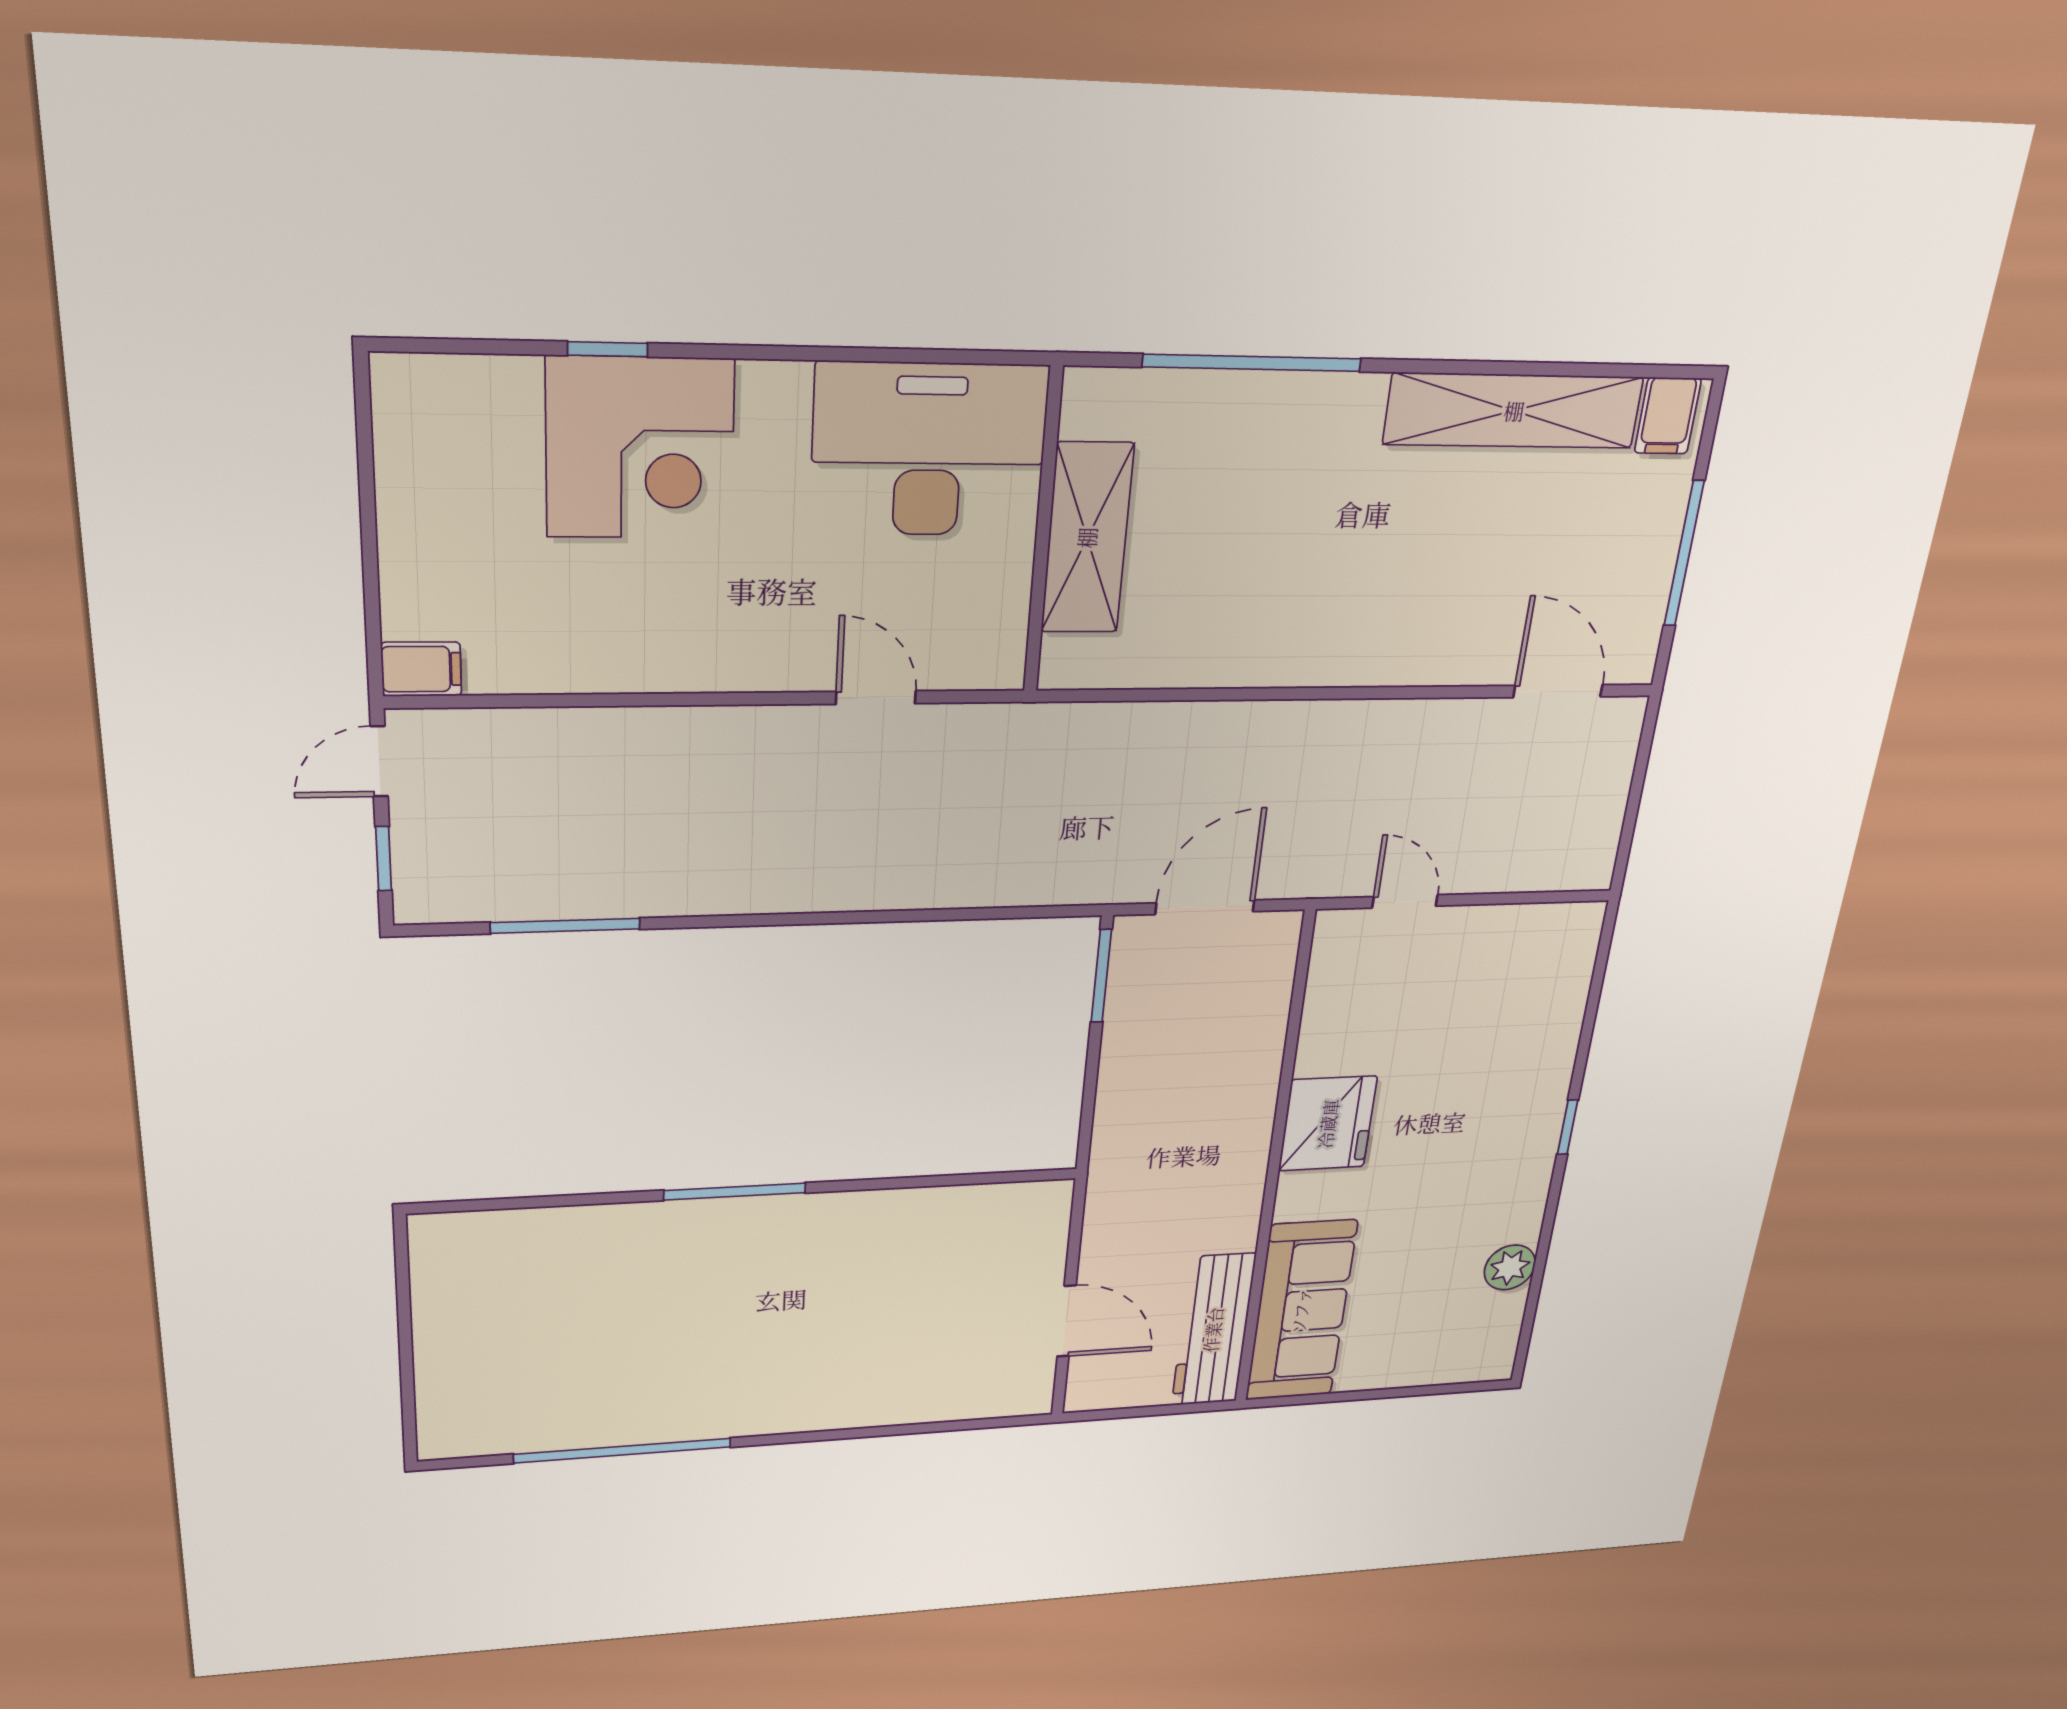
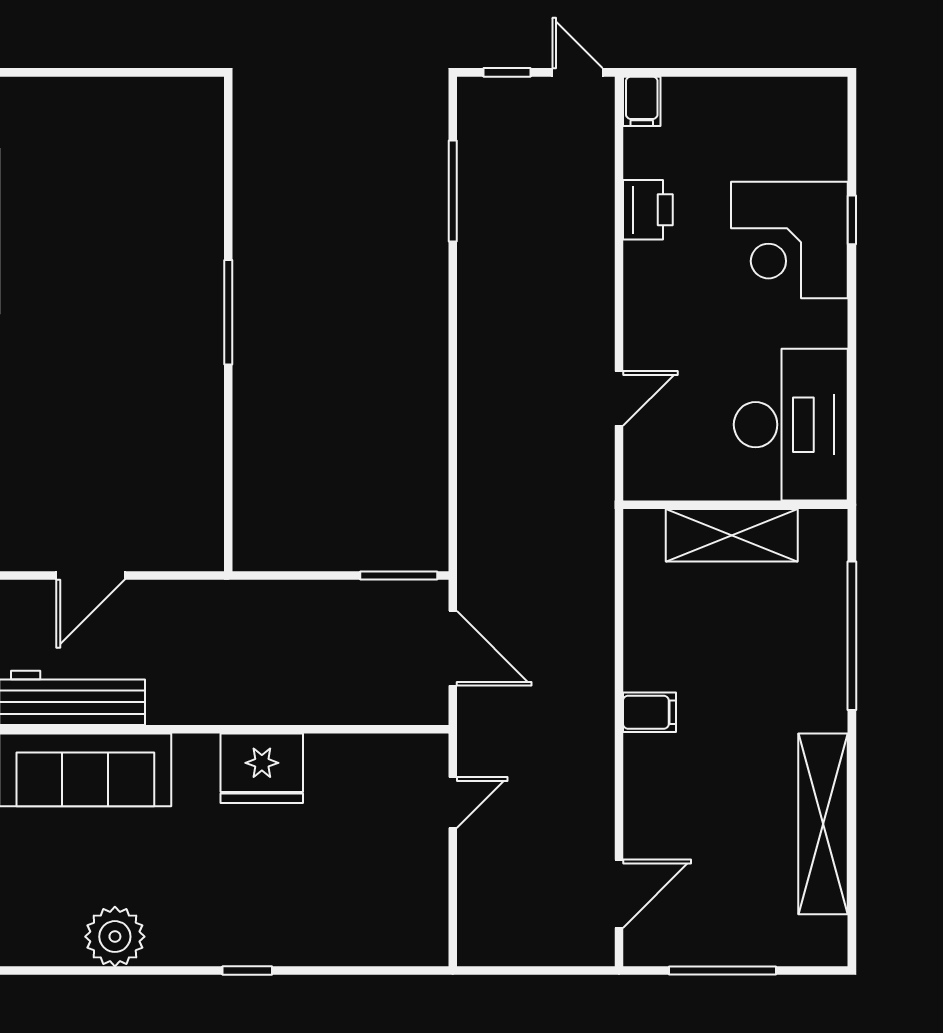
filing cabinet: (1668, 416) -> (650, 712), moved, turned 180
printer: (592, 659) -> (648, 210), added
plant: (1510, 1267) -> (115, 937), width x1.36, depth x1.36

